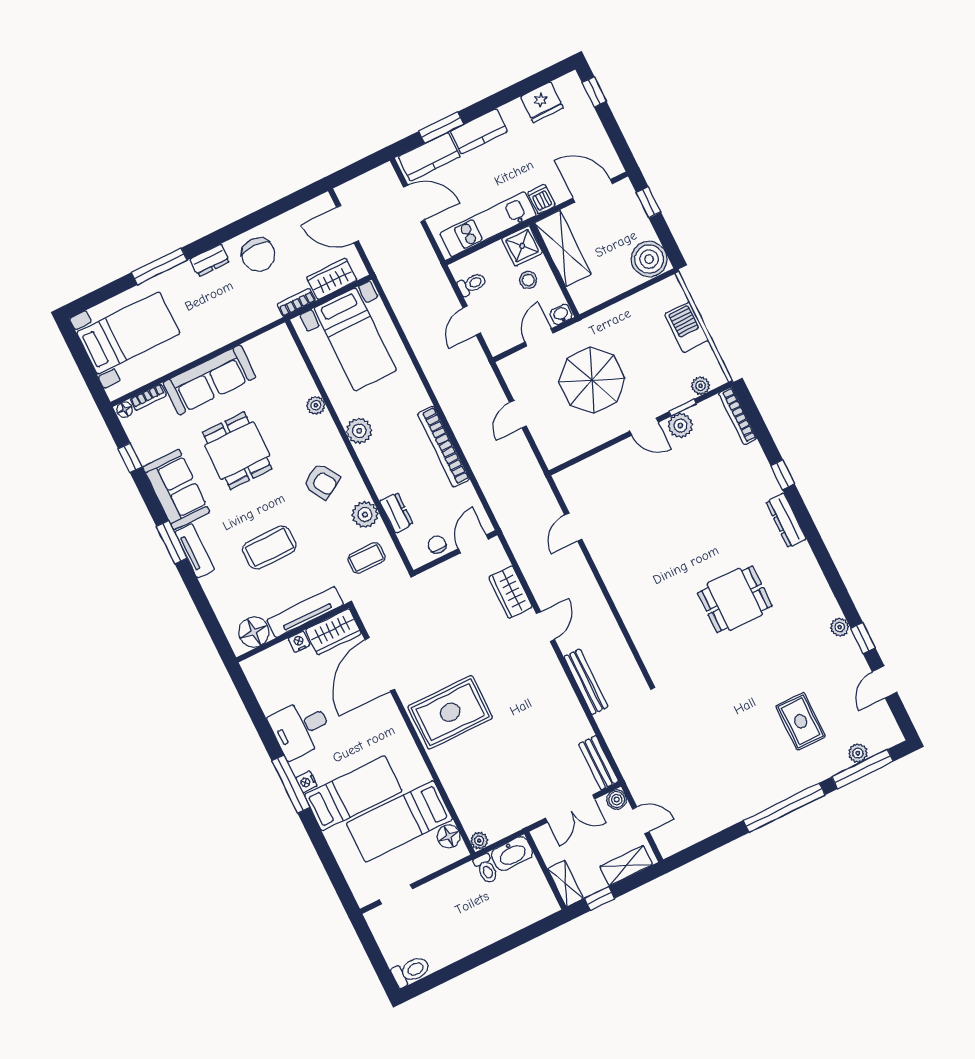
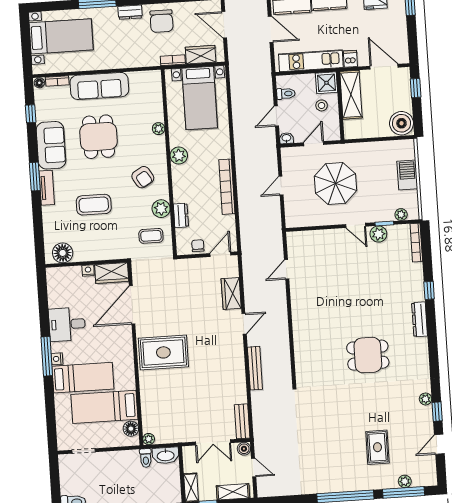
washbasin: (561, 315) -> (286, 138), moved
tv unit: (305, 612) -> (99, 254), removed

